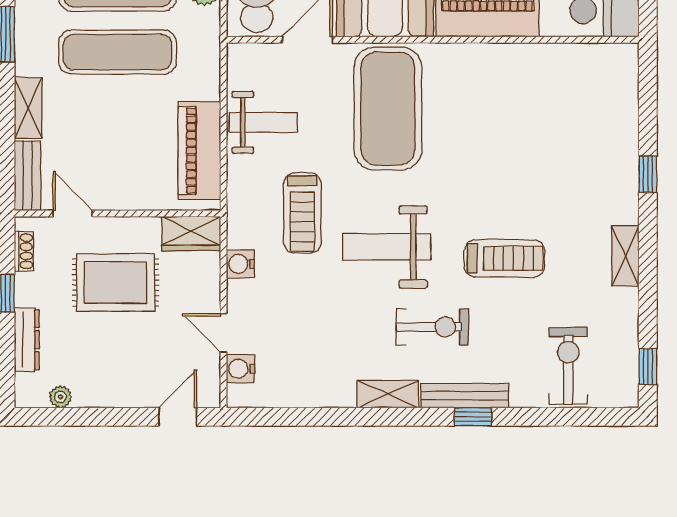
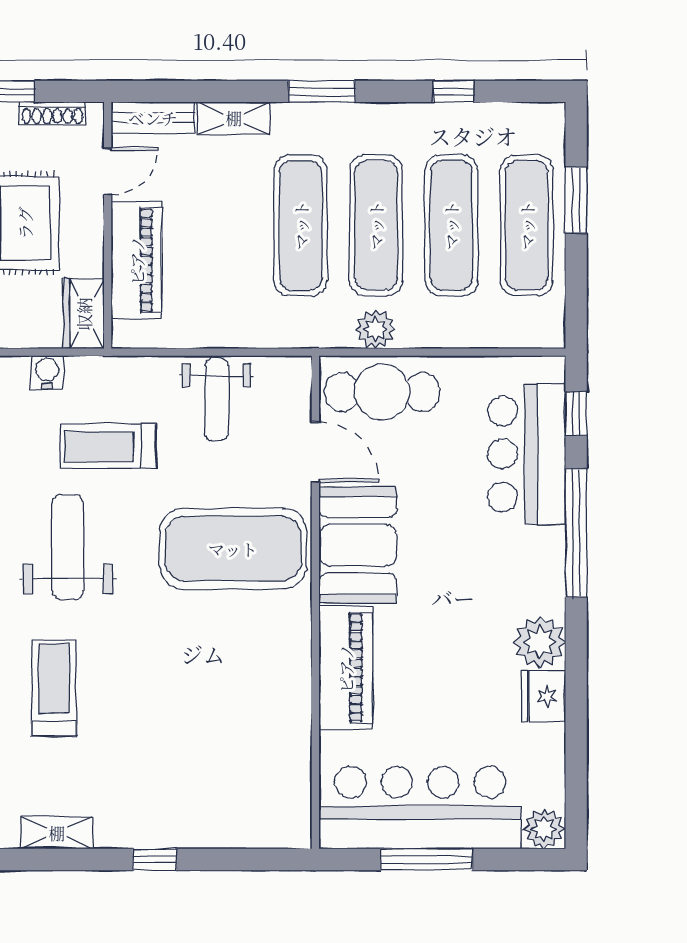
piano: (199, 151) -> (137, 260), moved, turned 90
shoe rack: (24, 251) -> (52, 113), width x1.43
treadmill: (504, 258) -> (54, 688), turned 180

